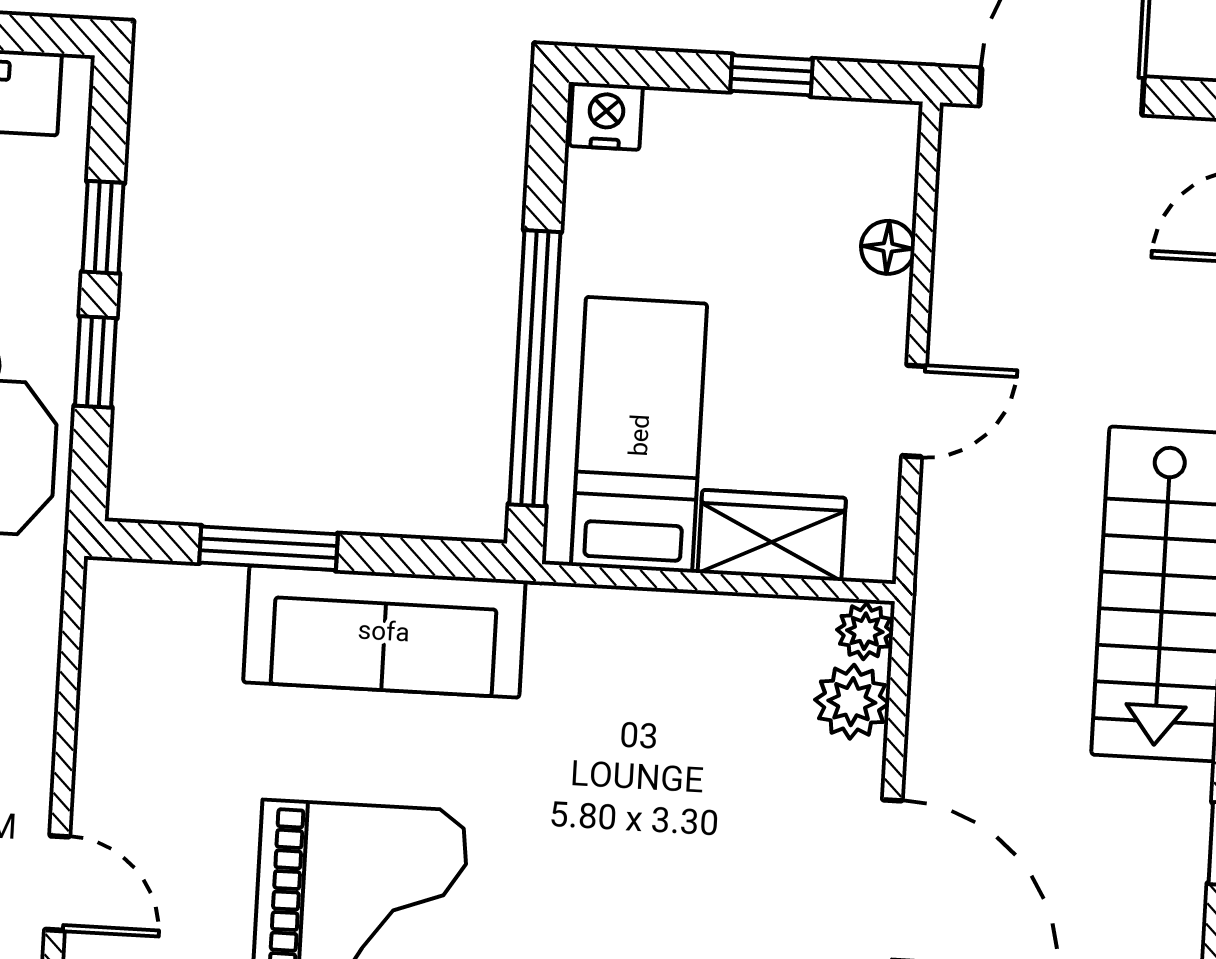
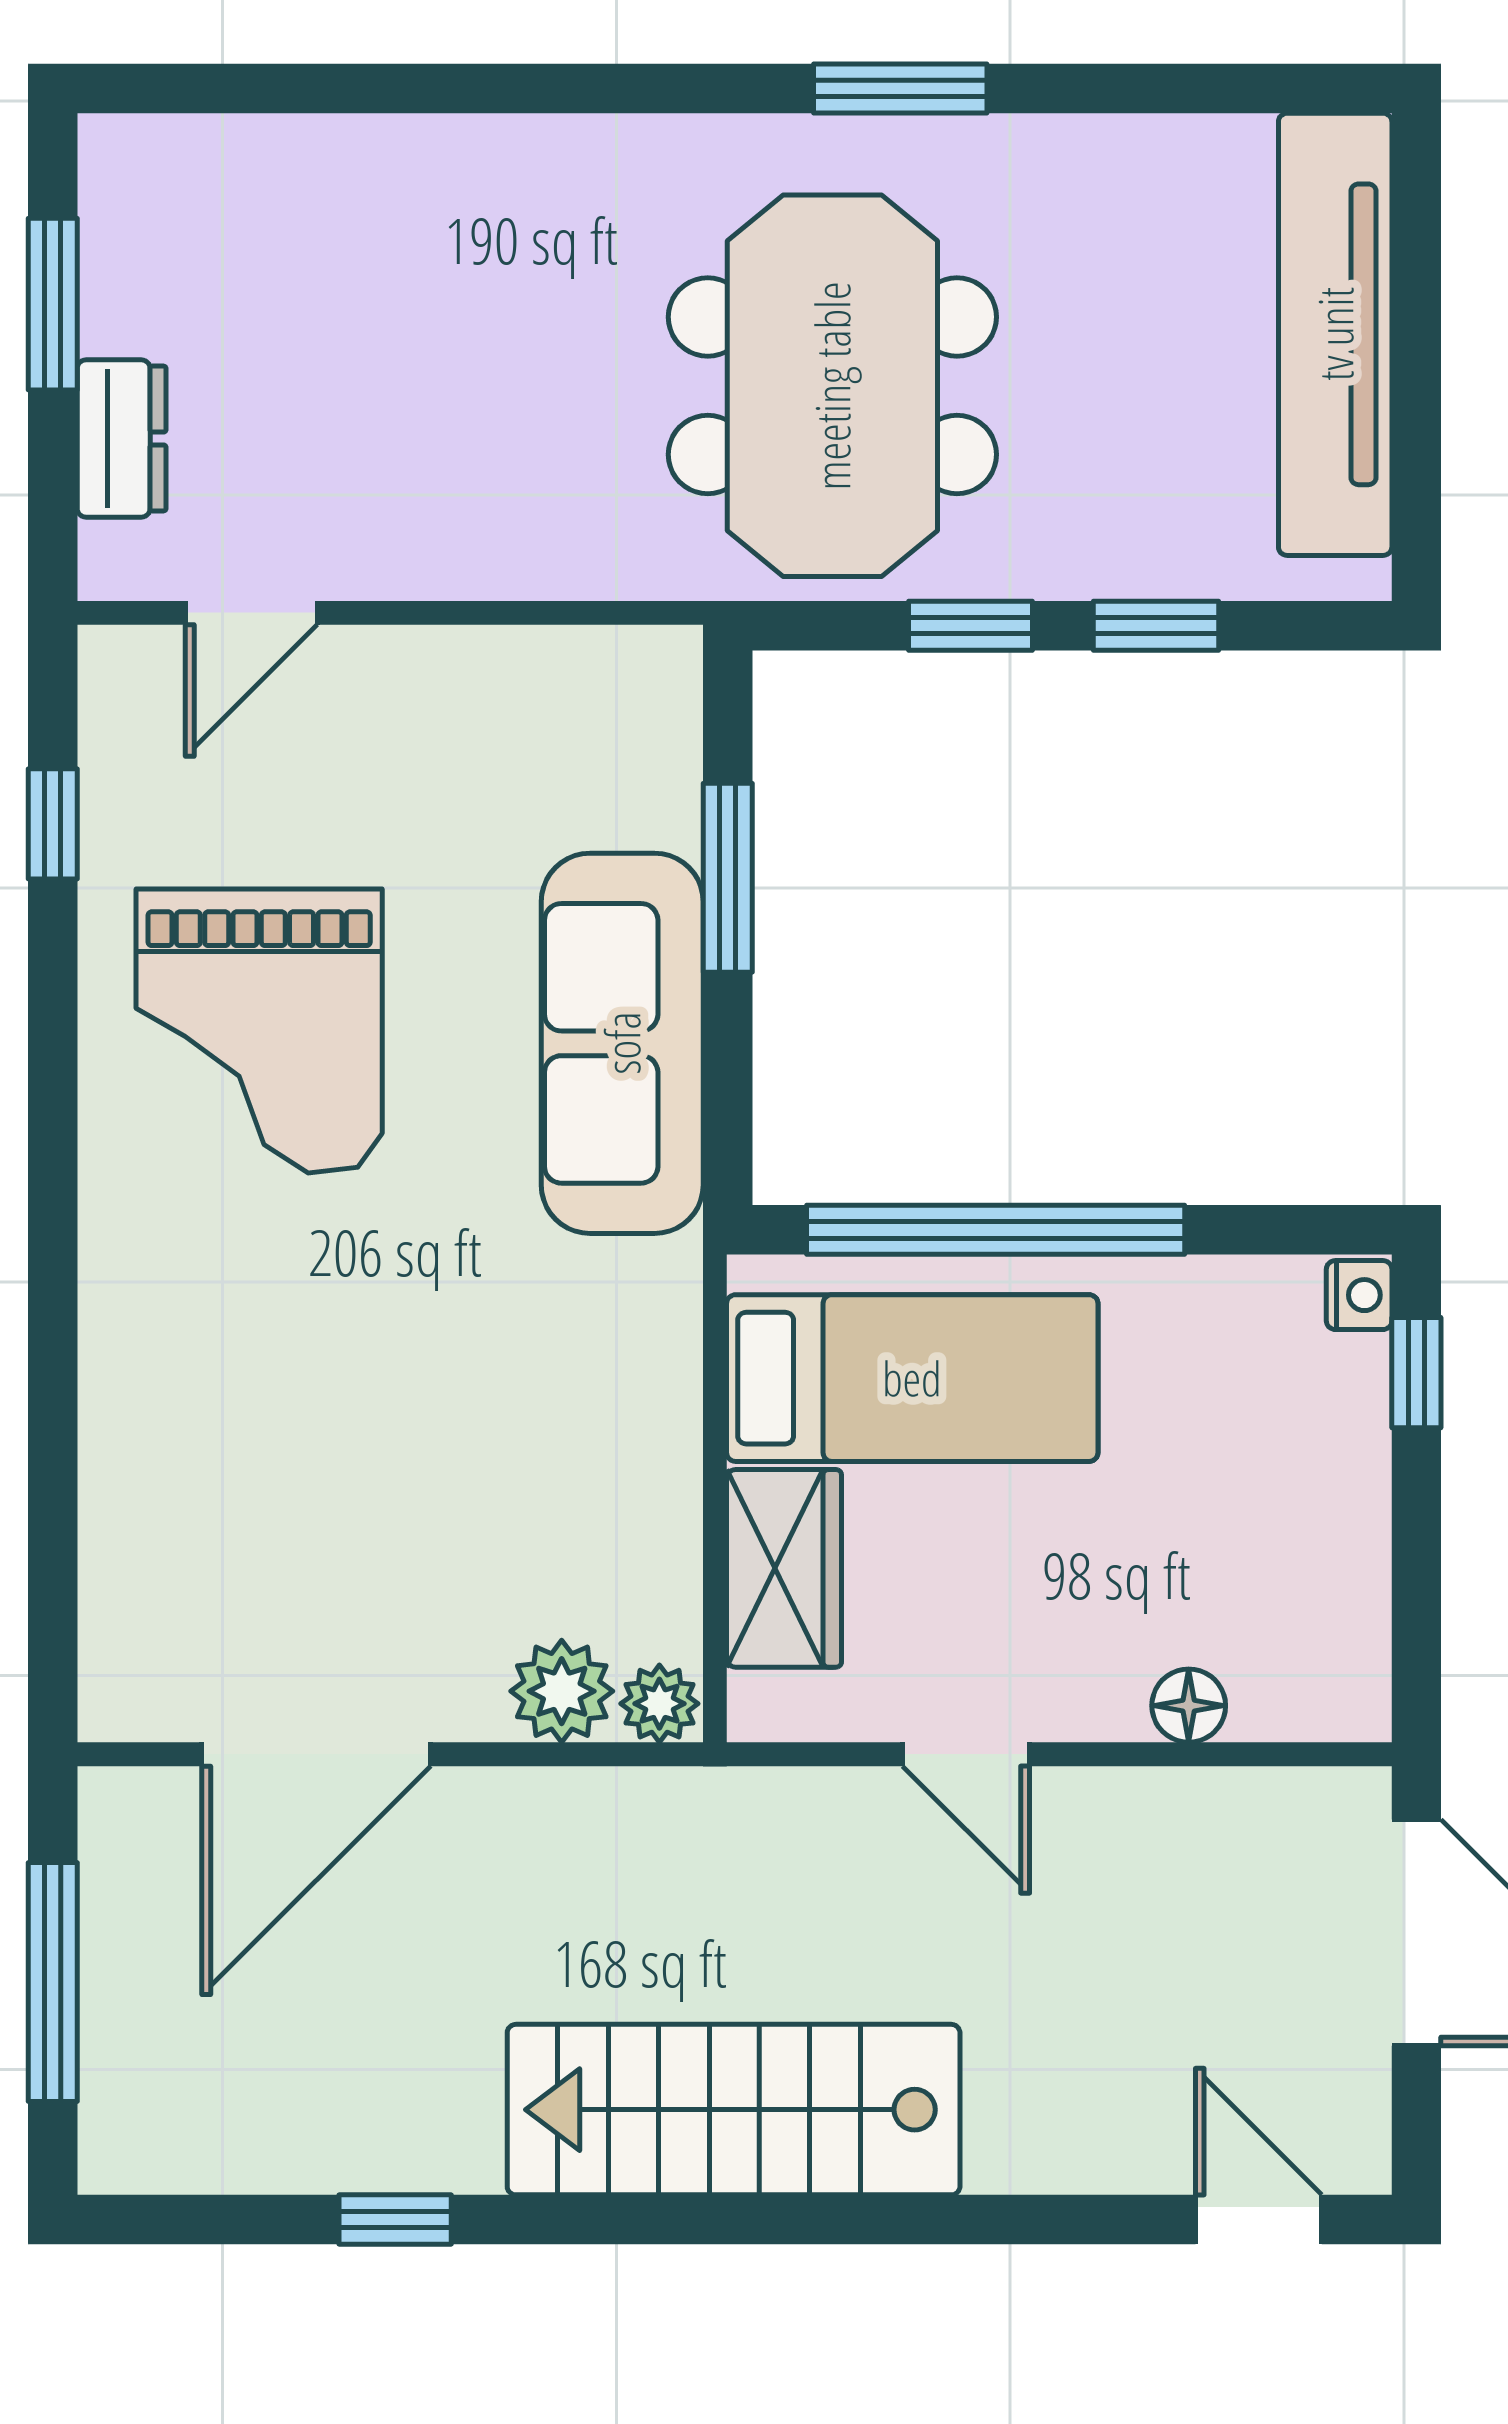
window: (771, 75) -> (1416, 1373), moved
nightstand: (606, 116) -> (1359, 1295), width x0.72, depth x0.74

